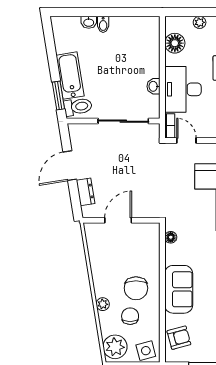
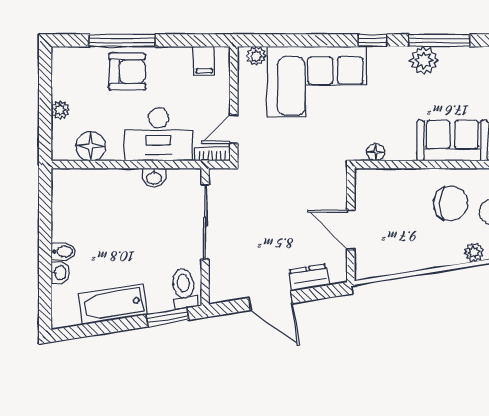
bathtub: (70, 76) -> (113, 304), moved

